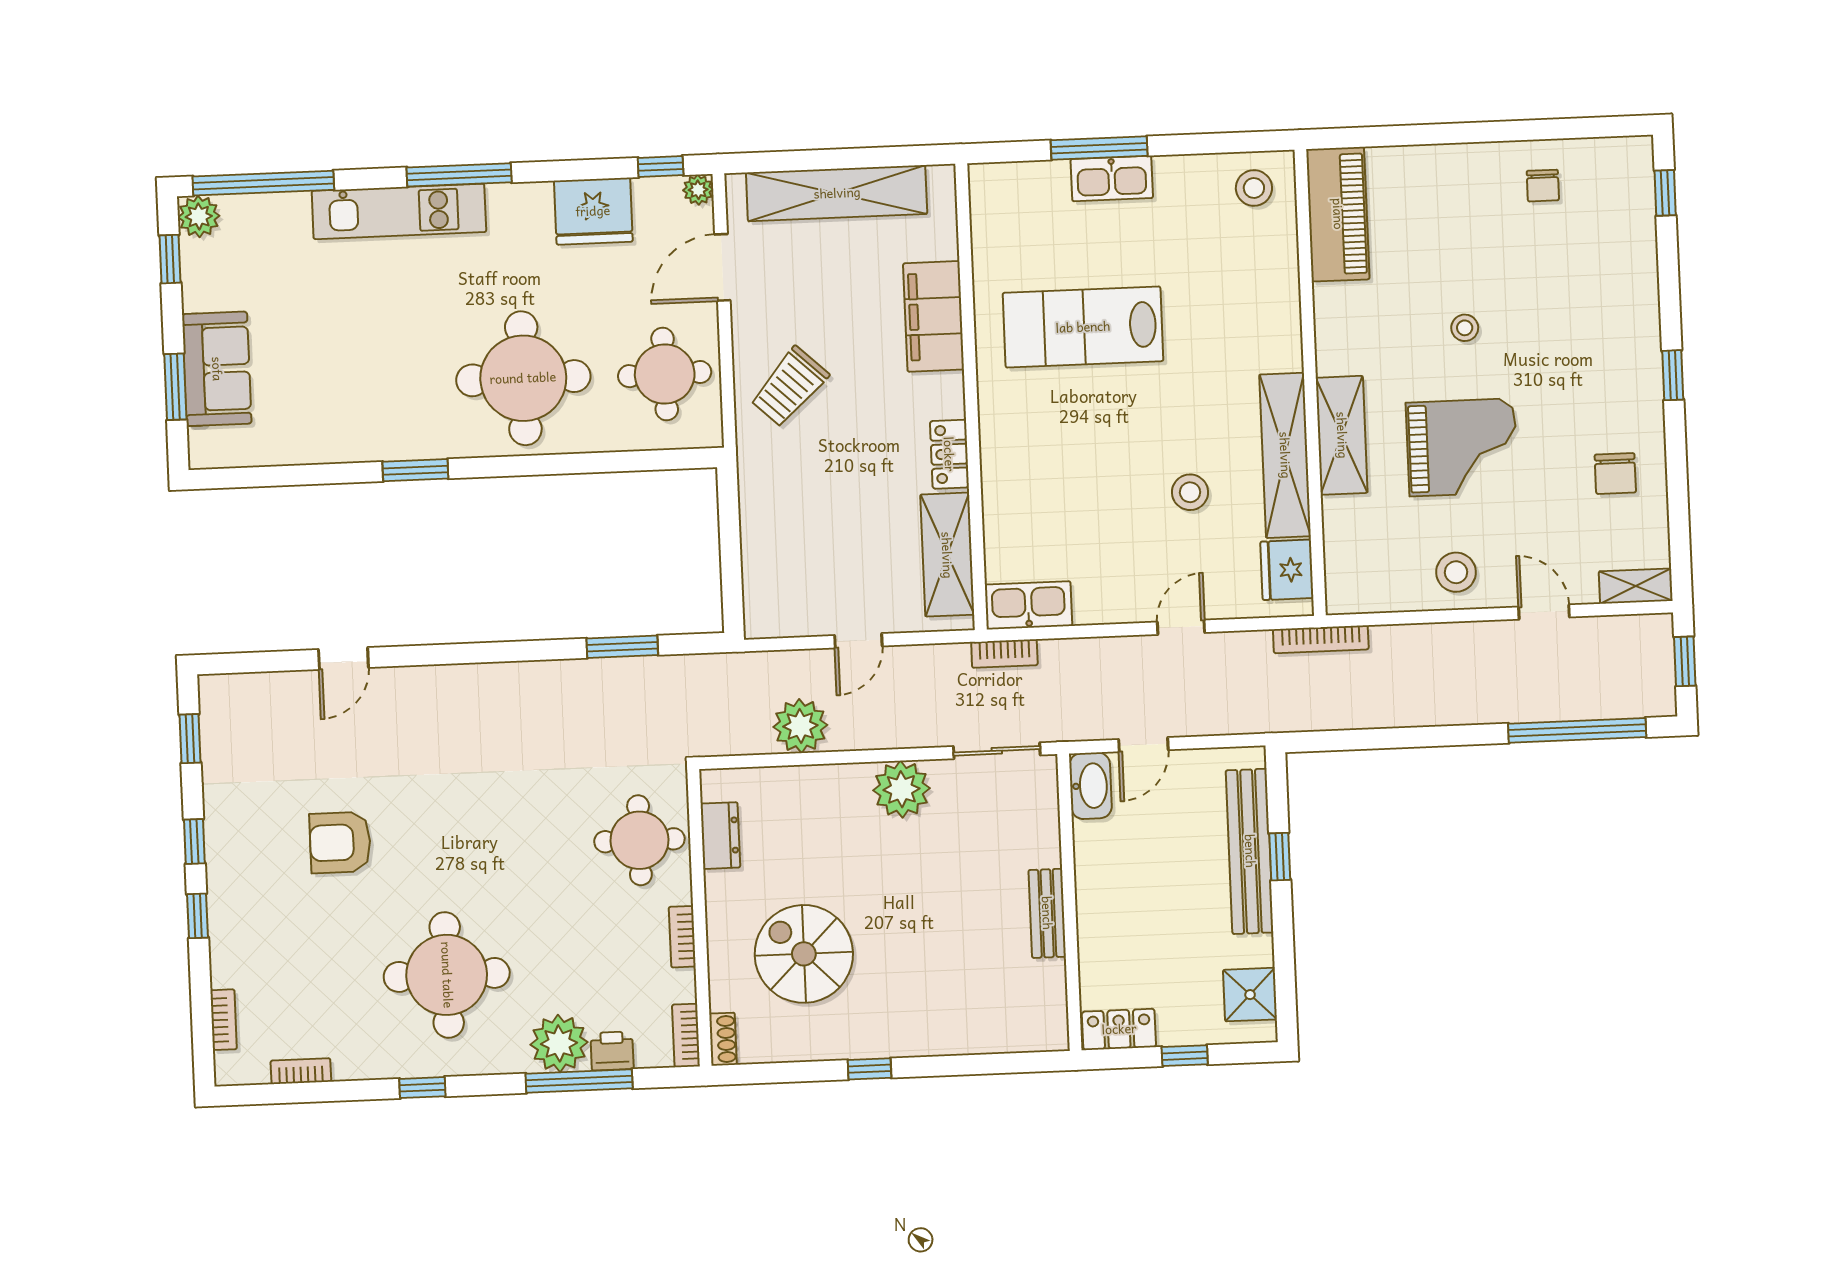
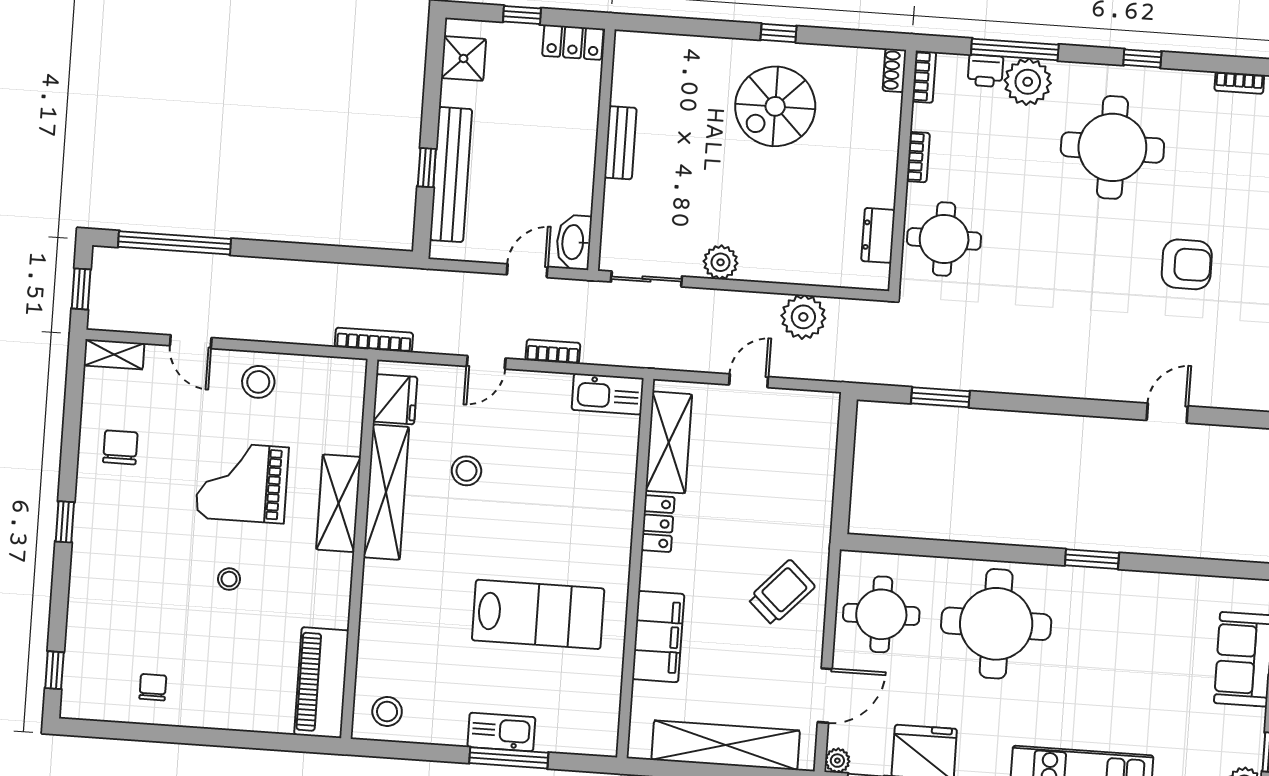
bookcase: (1004, 654) -> (553, 352), moved
plant: (901, 789) -> (721, 262), width x0.73, depth x0.73
spiral stairs: (804, 954) -> (775, 106), moved, turned 90

